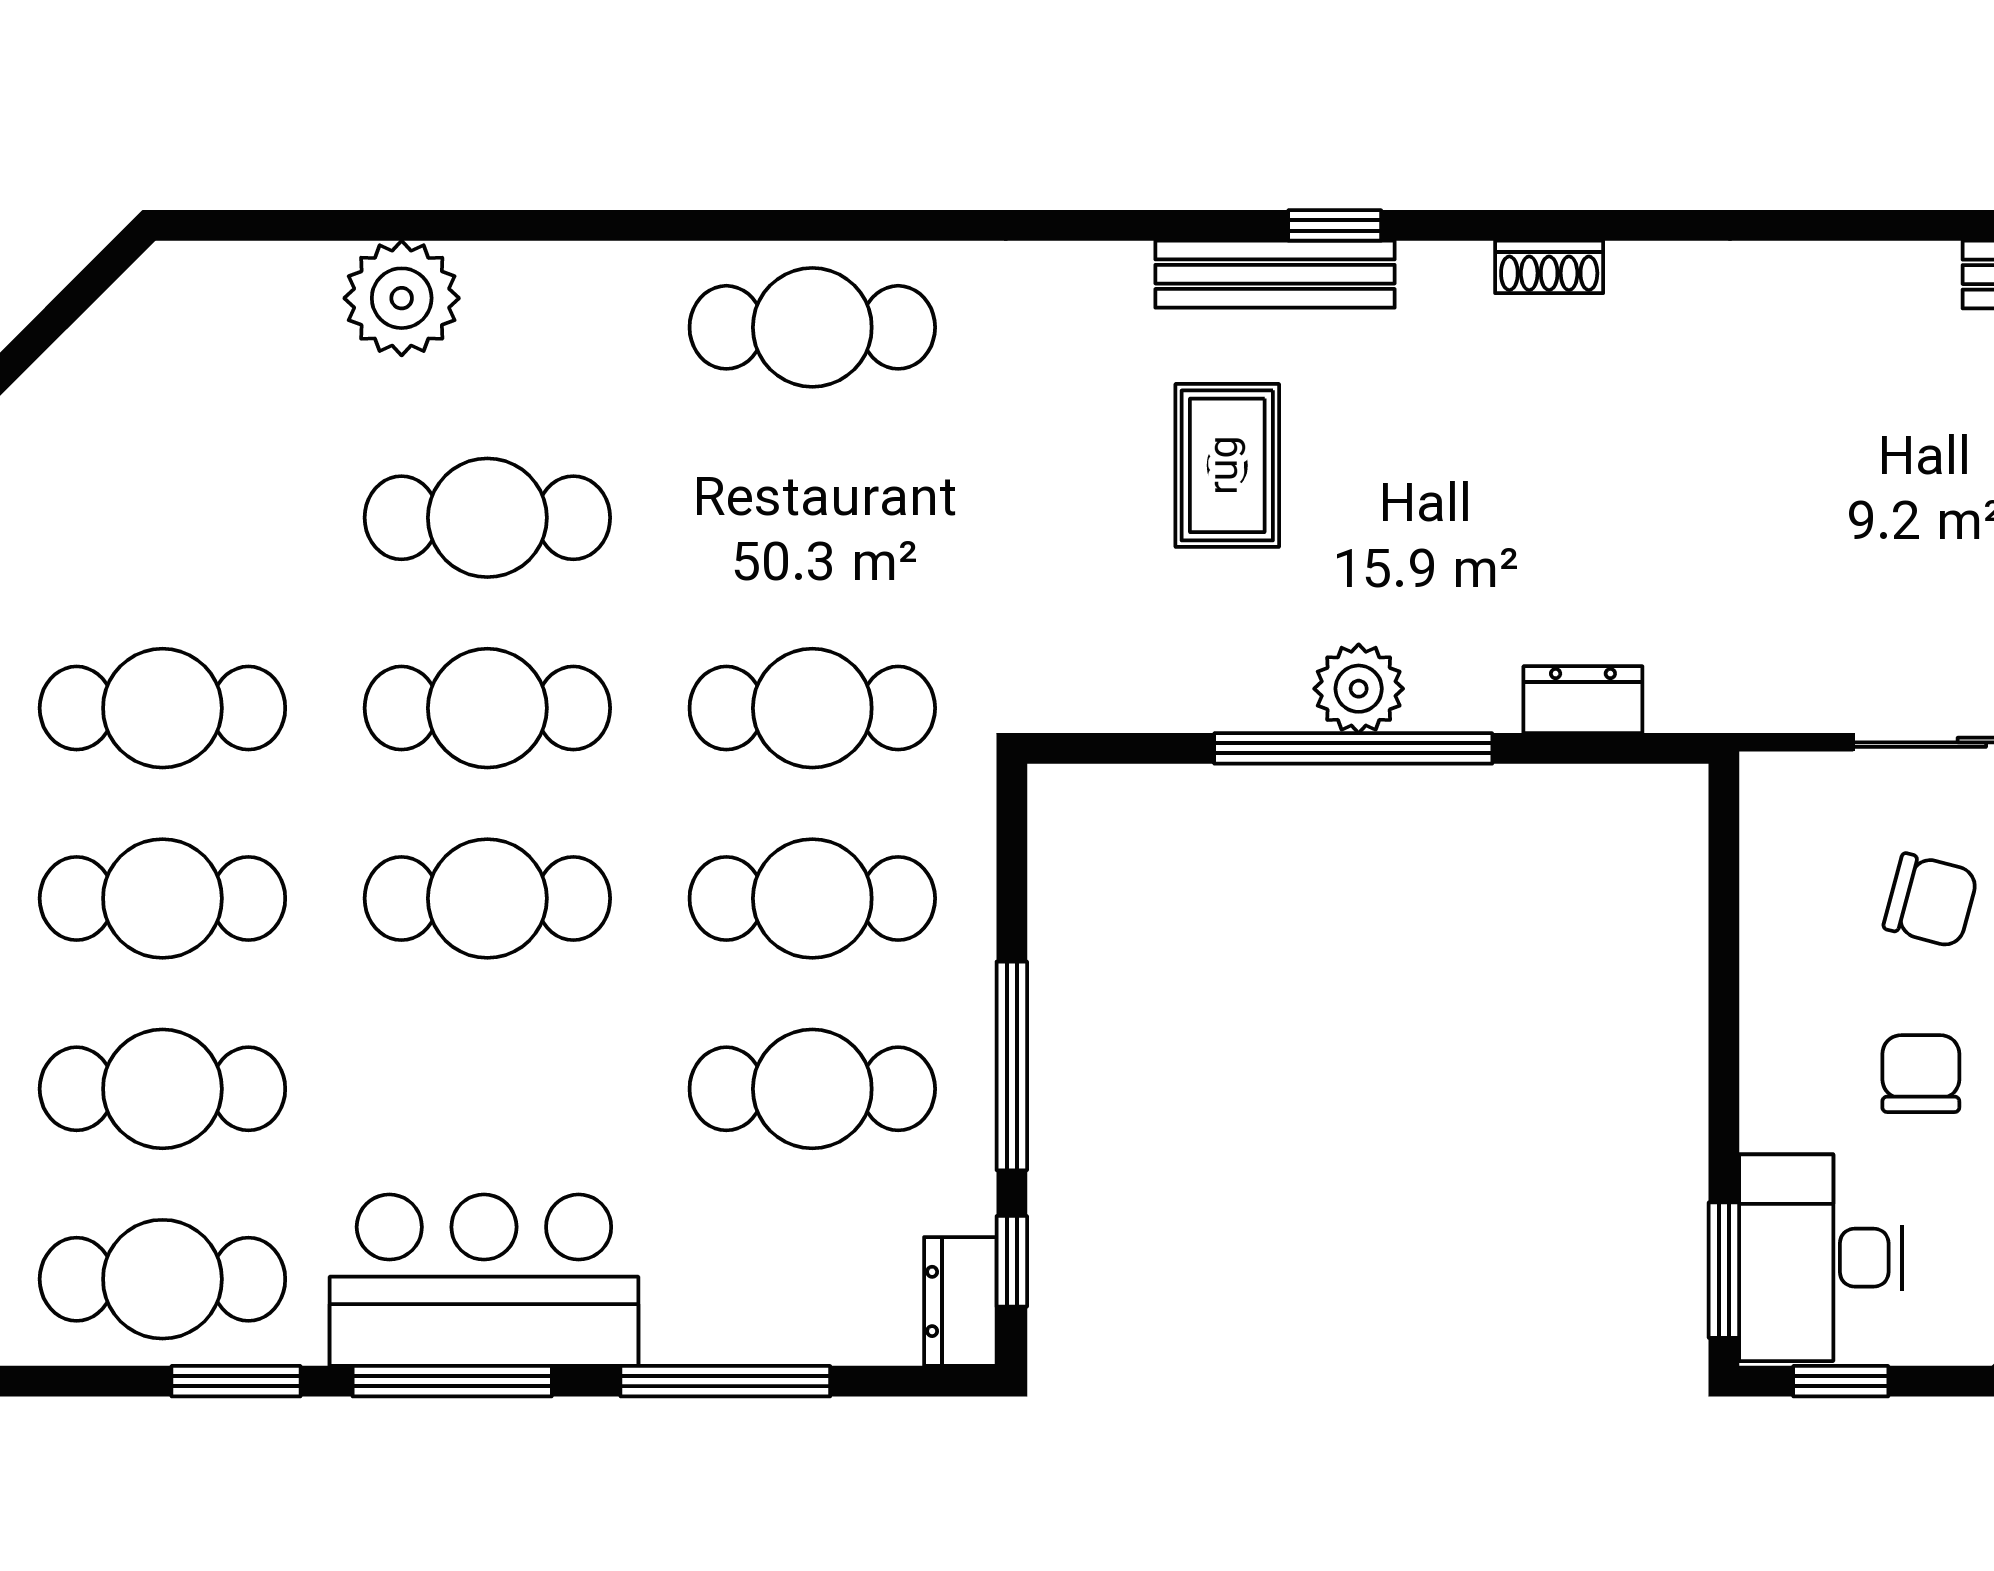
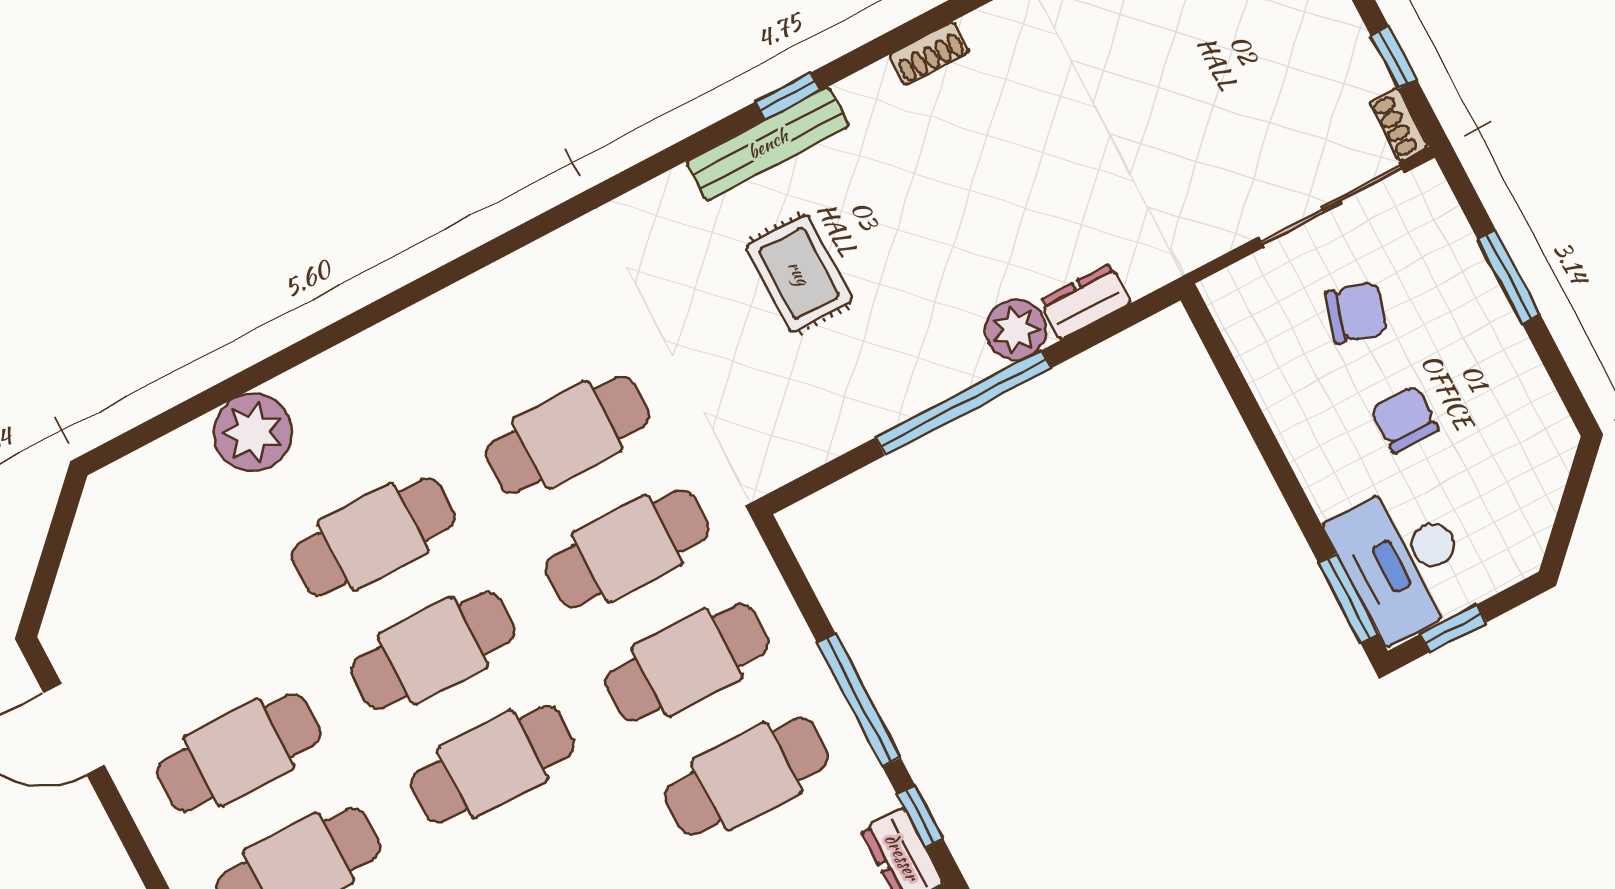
cafe table: (812, 327) -> (567, 435), moved
plant: (1359, 689) -> (1016, 330), moved

